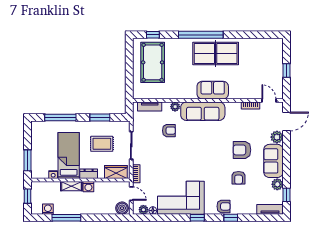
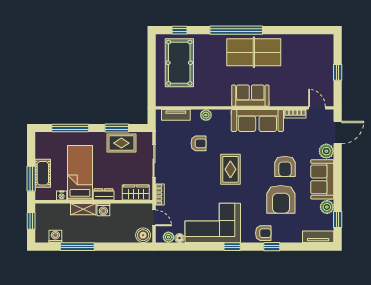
sofa: (203, 111) -> (257, 121), moved
rug: (102, 144) -> (121, 143), moved
armchair: (242, 150) -> (285, 166), turned -90
rug: (196, 152) -> (230, 169), added
cot: (37, 156) -> (43, 173), added
armchair: (239, 178) -> (281, 199), width x1.88, depth x1.88

